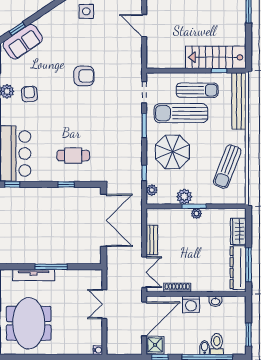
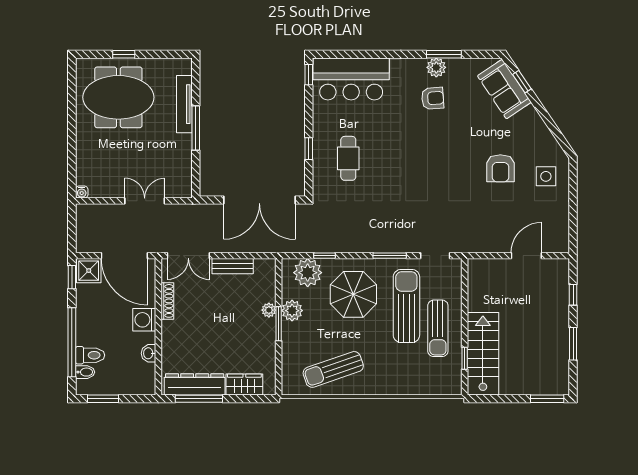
armchair: (84, 76) -> (500, 168), moved
bench: (239, 101) -> (423, 385), removed
sun lounger: (227, 167) -> (333, 369), turned -40
plant: (152, 190) -> (308, 273), width x1.88, depth x1.88
plant: (196, 214) -> (269, 310), moved
bidet: (205, 348) -> (85, 372), moved

